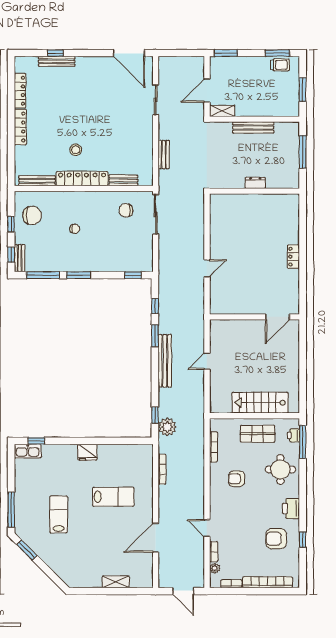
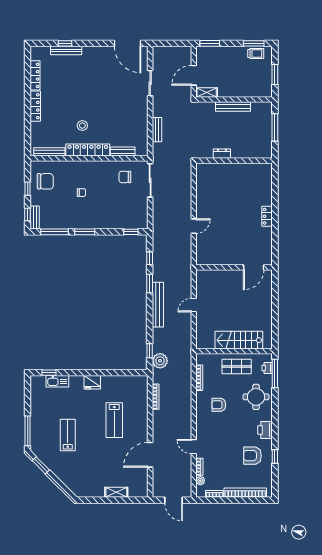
dresser: (255, 183) -> (222, 154), moved
kitchen sink: (28, 451) -> (57, 381), moved
lab bench: (113, 497) -> (114, 420), turned 90

